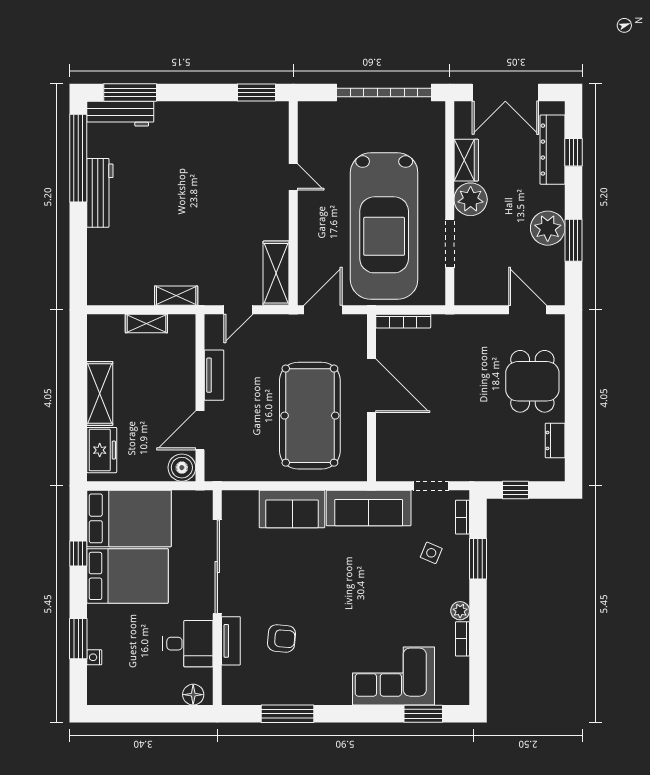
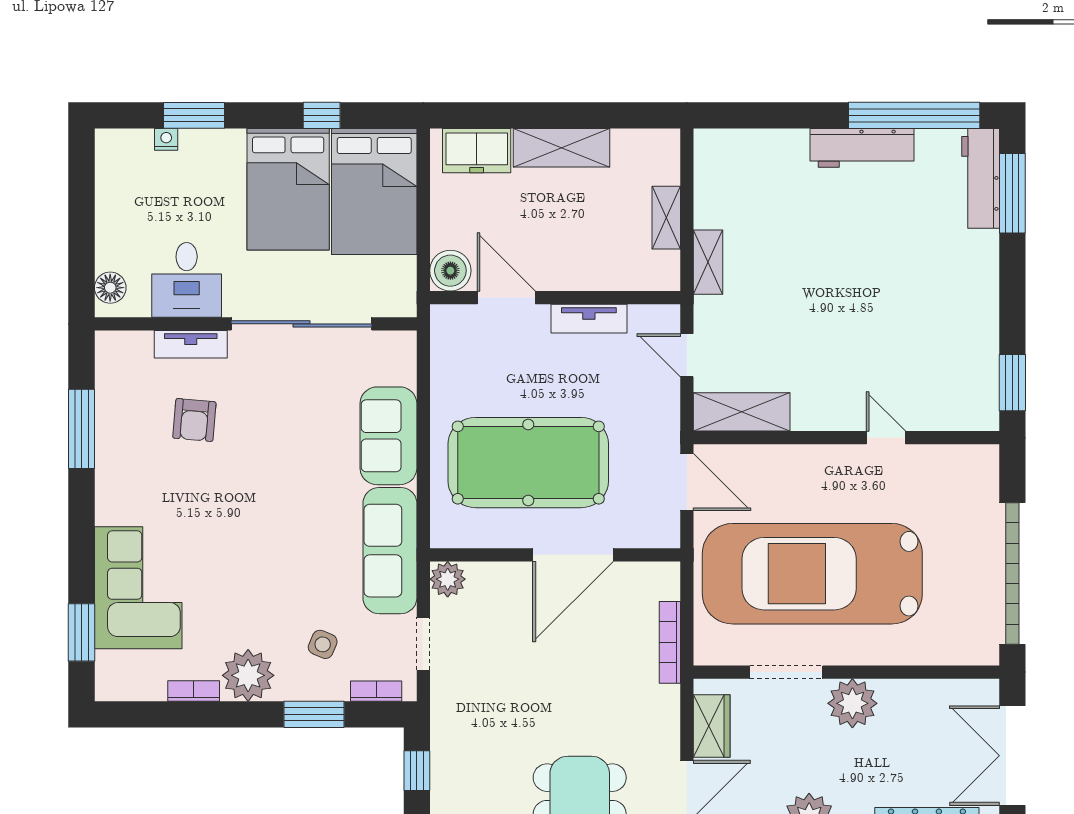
wardrobe: (466, 160) -> (712, 726), moved, turned -90
door: (293, 177) -> (886, 438), swing flipped
bookcase: (403, 321) -> (670, 642), moved
plant: (388, 469) -> (448, 579), added
plant: (460, 611) -> (248, 675), width x1.87, depth x1.87

